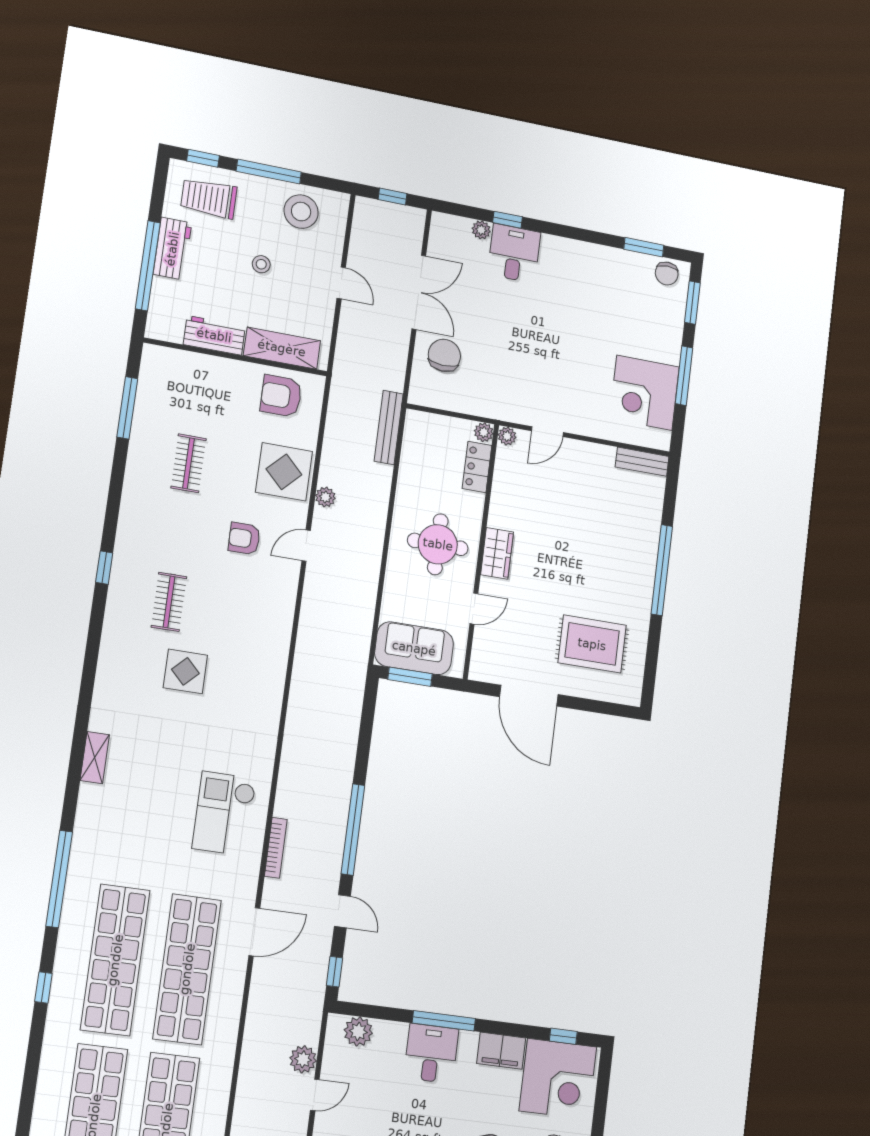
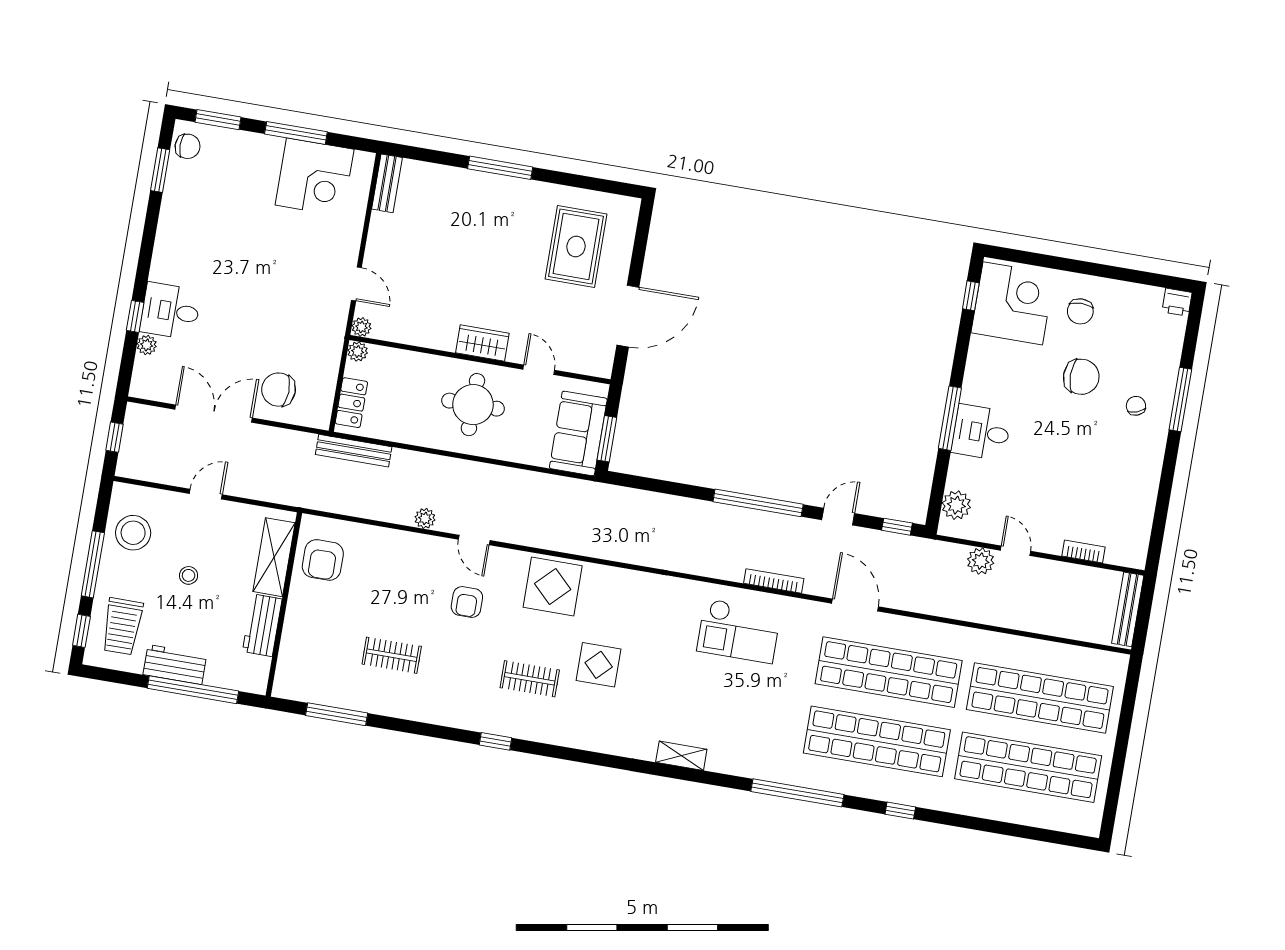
locker: (477, 467) -> (351, 403), moved, turned -90
display table: (284, 472) -> (553, 586), moved
window: (662, 570) -> (500, 168), width x0.68
filing cabinet: (501, 1051) -> (982, 361), removed

